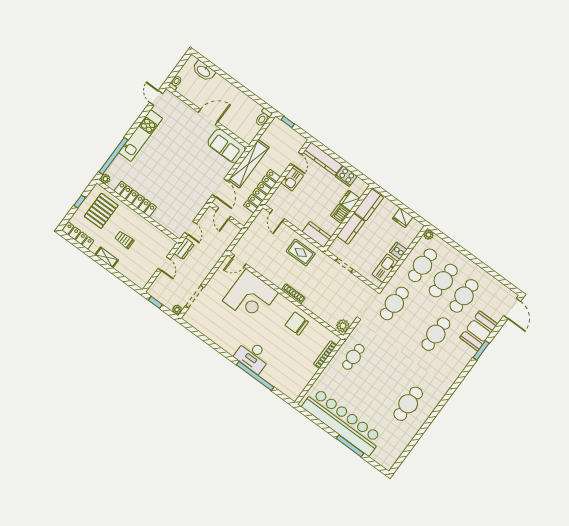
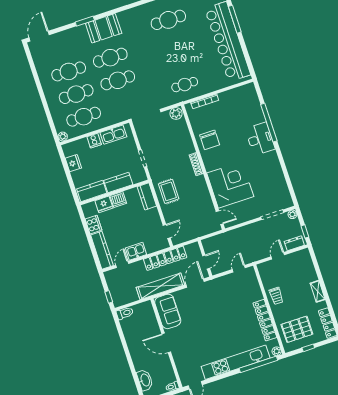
kitchen unit: (141, 136) -> (236, 362), width x1.36
trolley: (124, 240) -> (276, 296), moved
dresser: (184, 249) -> (294, 243), moved
cafe table: (394, 303) -> (118, 80), moved
booth: (479, 331) -> (104, 28), moved

